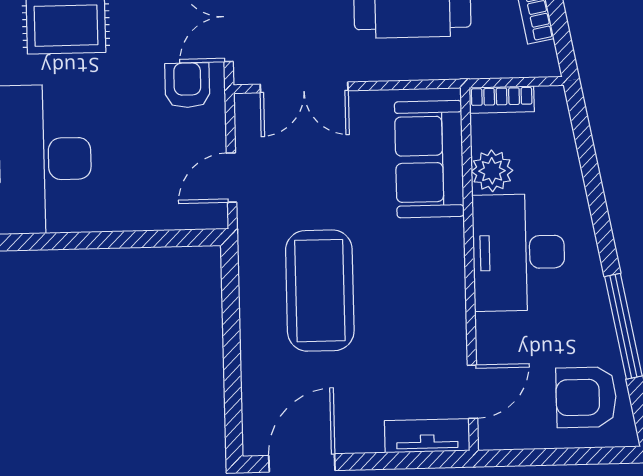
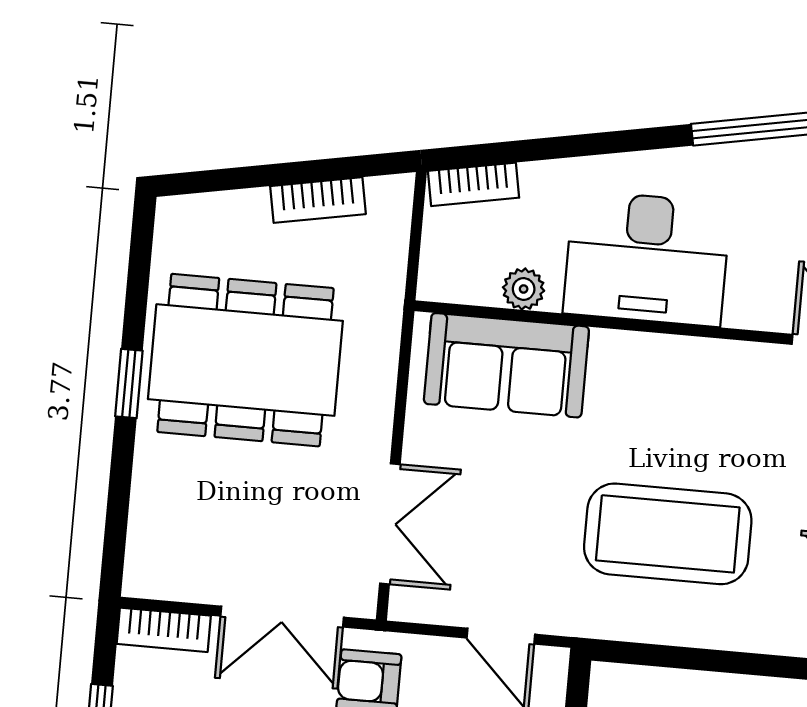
bookcase: (502, 100) -> (473, 184), moved, turned 79
plant: (492, 171) -> (524, 289), width x0.73, depth x0.73

